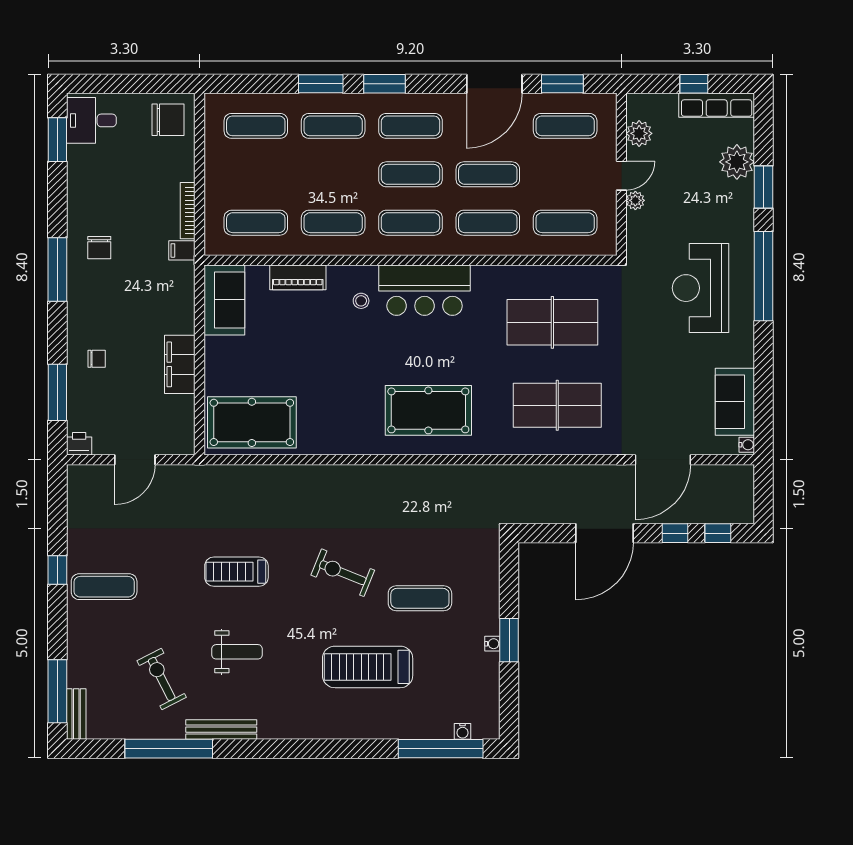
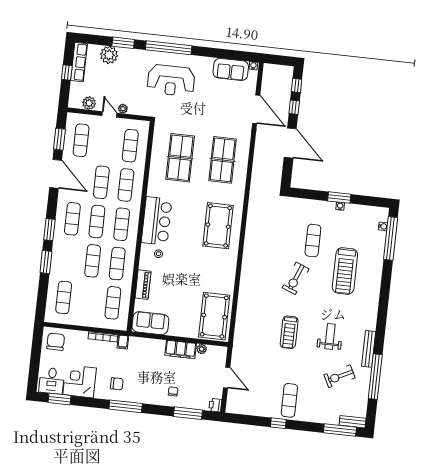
exercise mat: (333, 126) -> (93, 261), moved
corner desk: (96, 175) -> (80, 381), added
plant: (185, 405) -> (202, 349), added

